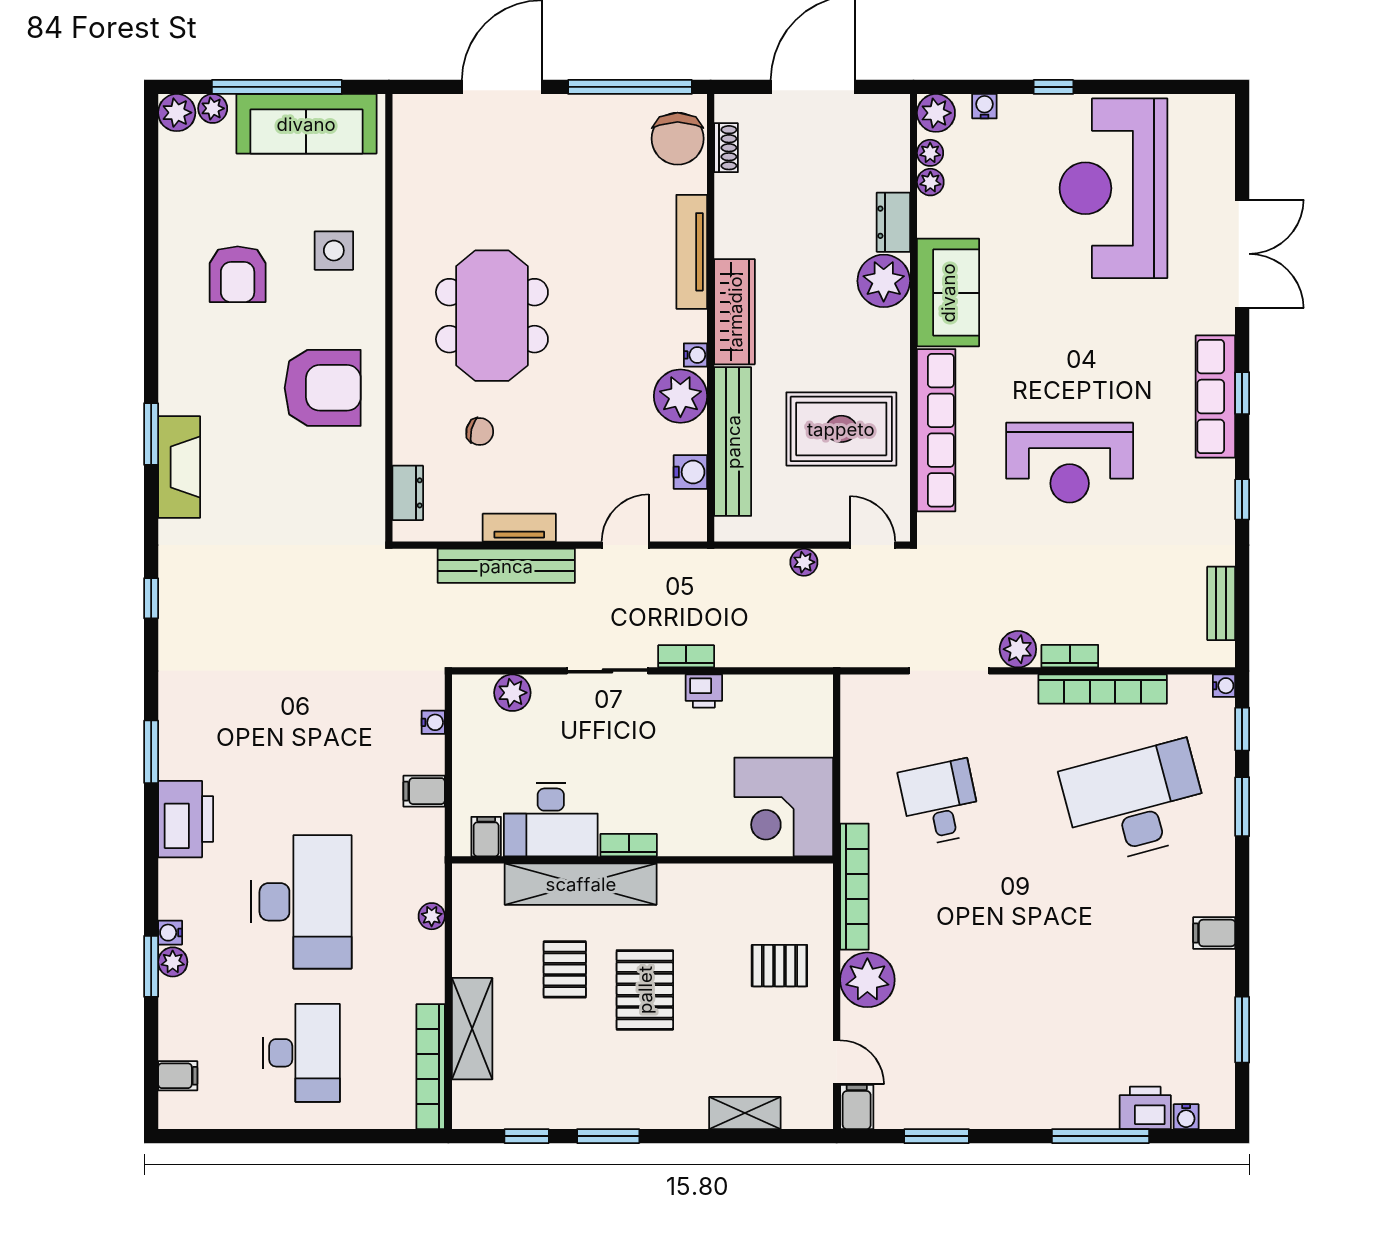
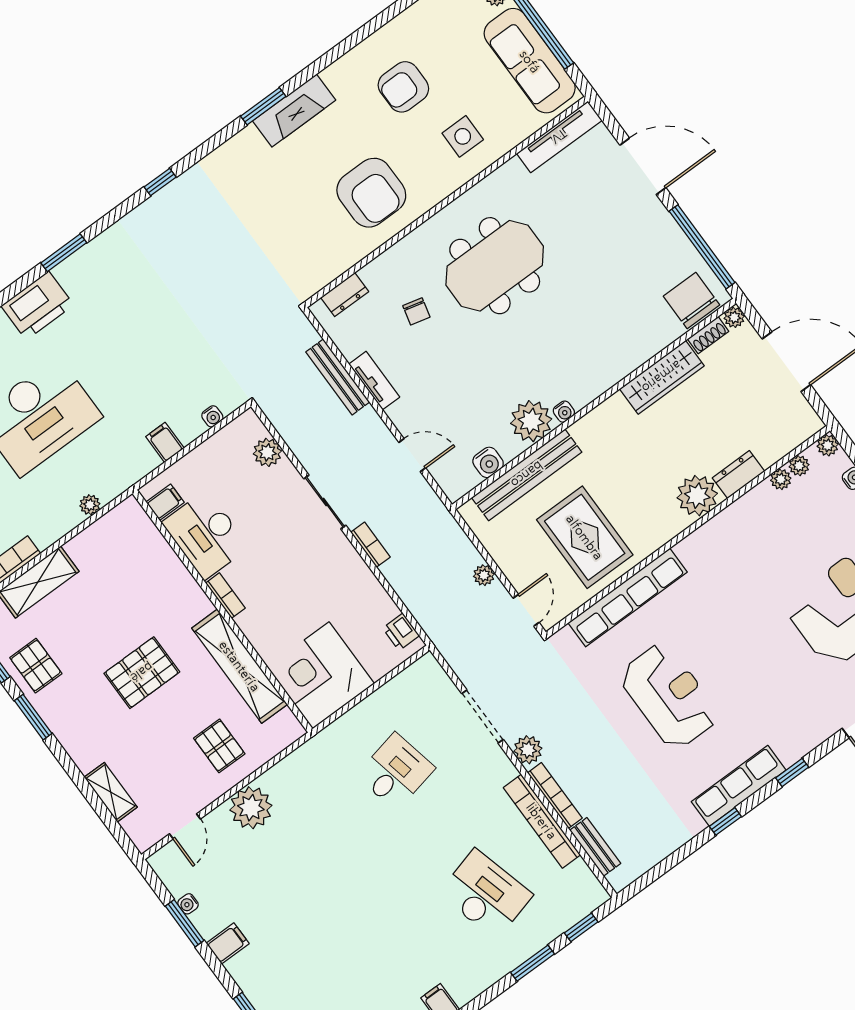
plant: (727, 107) -> (734, 317), added
plant: (936, 113) -> (828, 445), width x0.73, depth x0.73
chair: (678, 139) -> (692, 301), turned 90
tv unit: (692, 252) -> (559, 137), moved, turned 180
sofa: (948, 293) -> (720, 541), removed
wardrobe: (735, 312) -> (662, 377), moved
row of seats: (1215, 397) -> (739, 786), moved
reception desk: (1070, 463) -> (669, 696), turned 180
fireplace: (179, 467) -> (294, 111), moved
bench: (506, 566) -> (338, 377), width x0.73, depth x0.82
bench: (1221, 603) -> (595, 847), moved, turned 90
bookcase: (1070, 656) -> (555, 796), width x1.56
water cooler: (1224, 686) -> (188, 904), moved, turned 90
printer: (704, 691) -> (401, 632), moved
desk: (1135, 803) -> (486, 894), width x0.73, depth x0.77
shelving: (581, 884) -> (240, 666), moved
bookcase: (854, 887) -> (303, 757), removed
pallet: (565, 969) -> (36, 666), moved, turned 90
filing cabinet: (857, 1107) -> (228, 943), moved

